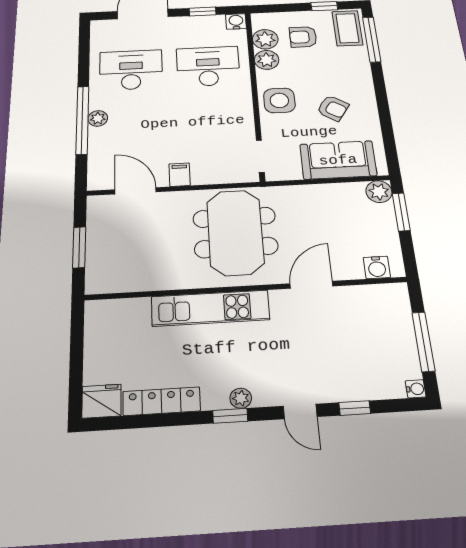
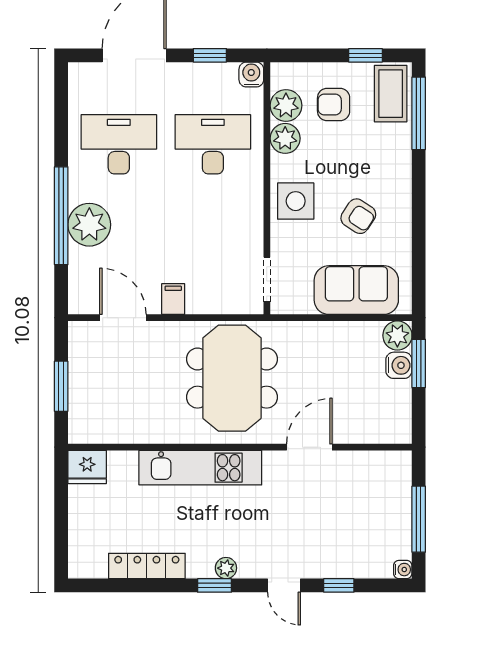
plant: (98, 118) -> (89, 225), width x1.87, depth x1.87
water cooler: (377, 267) -> (399, 365), moved, turned -90
fridge: (102, 401) -> (87, 467), moved, turned 180

